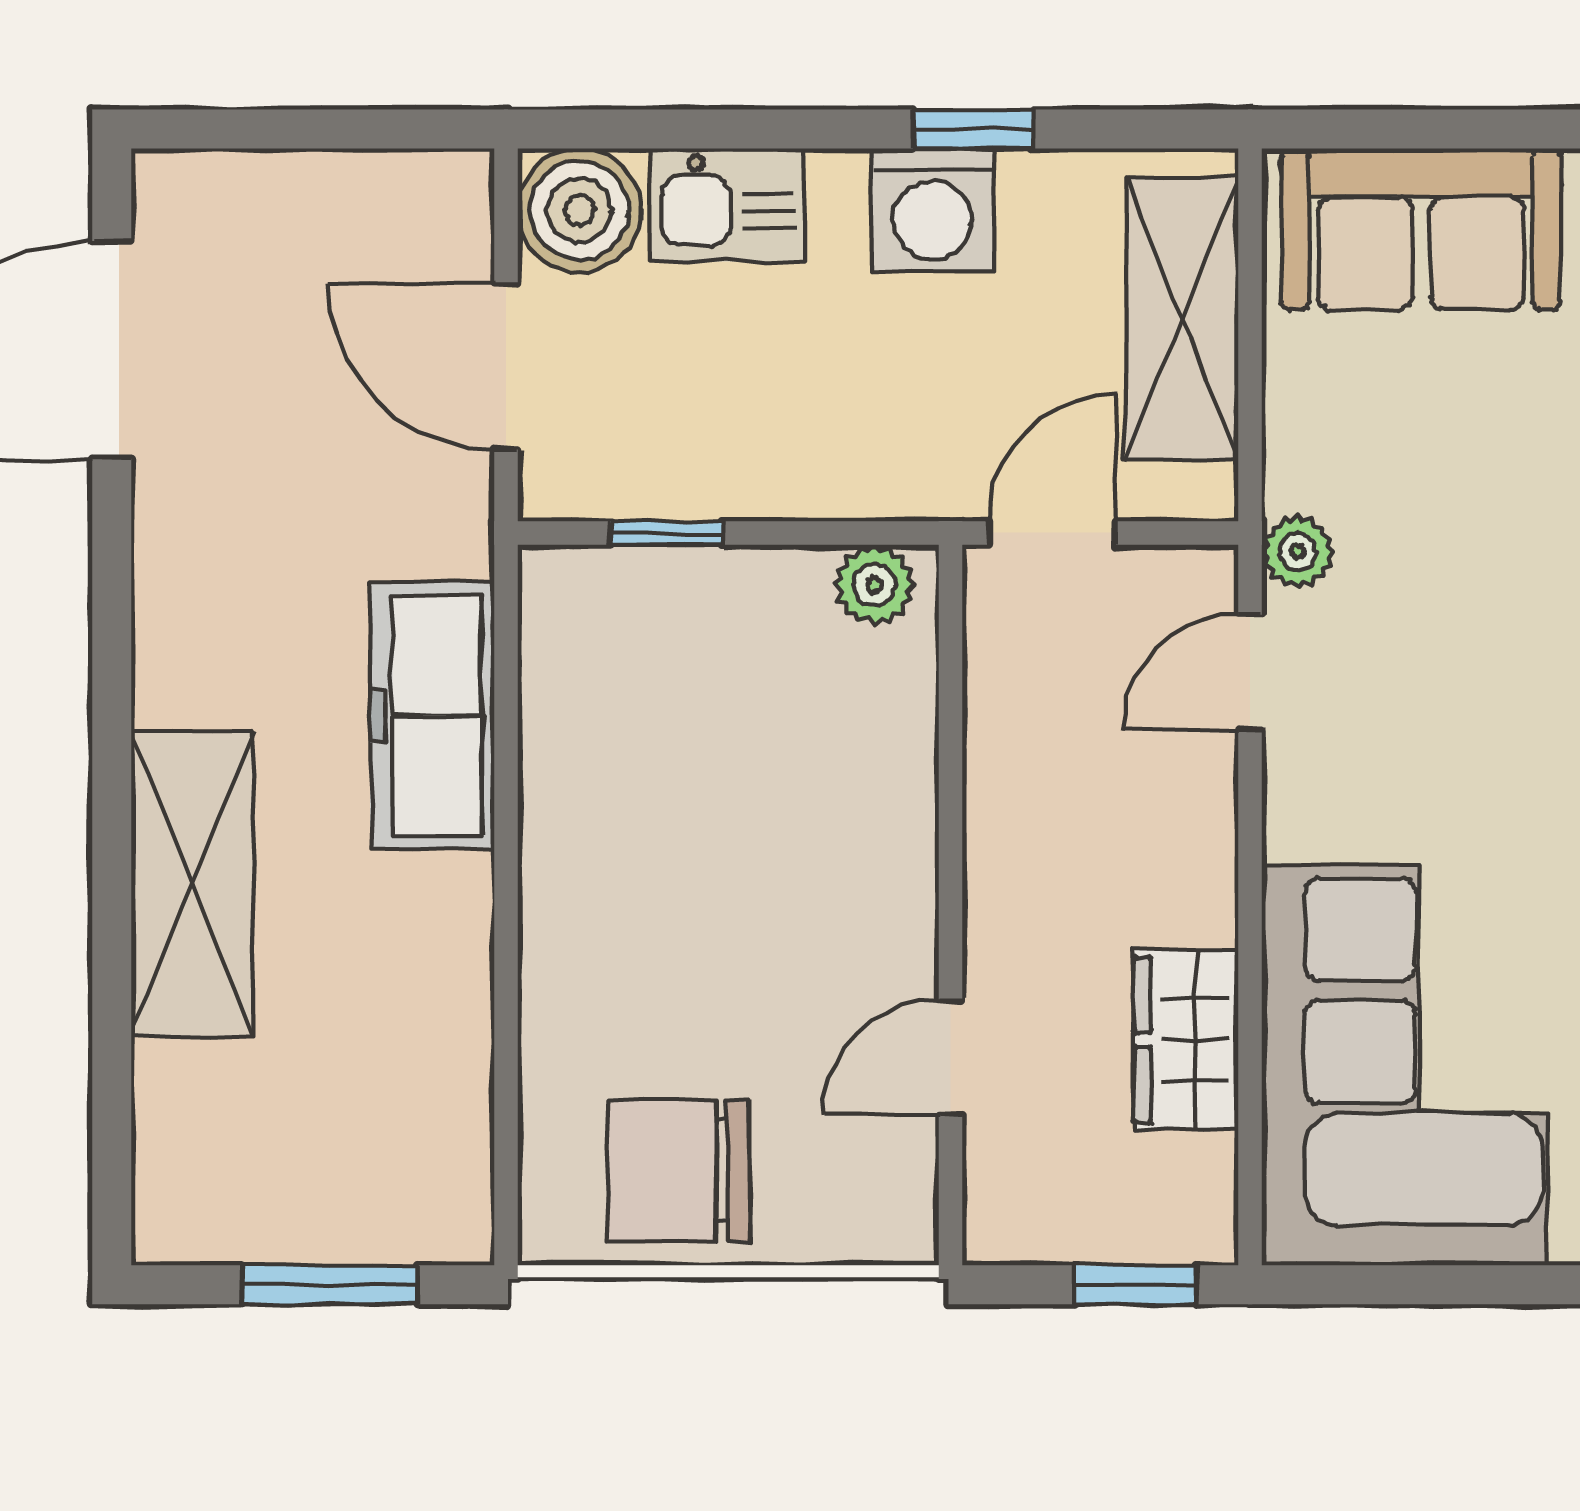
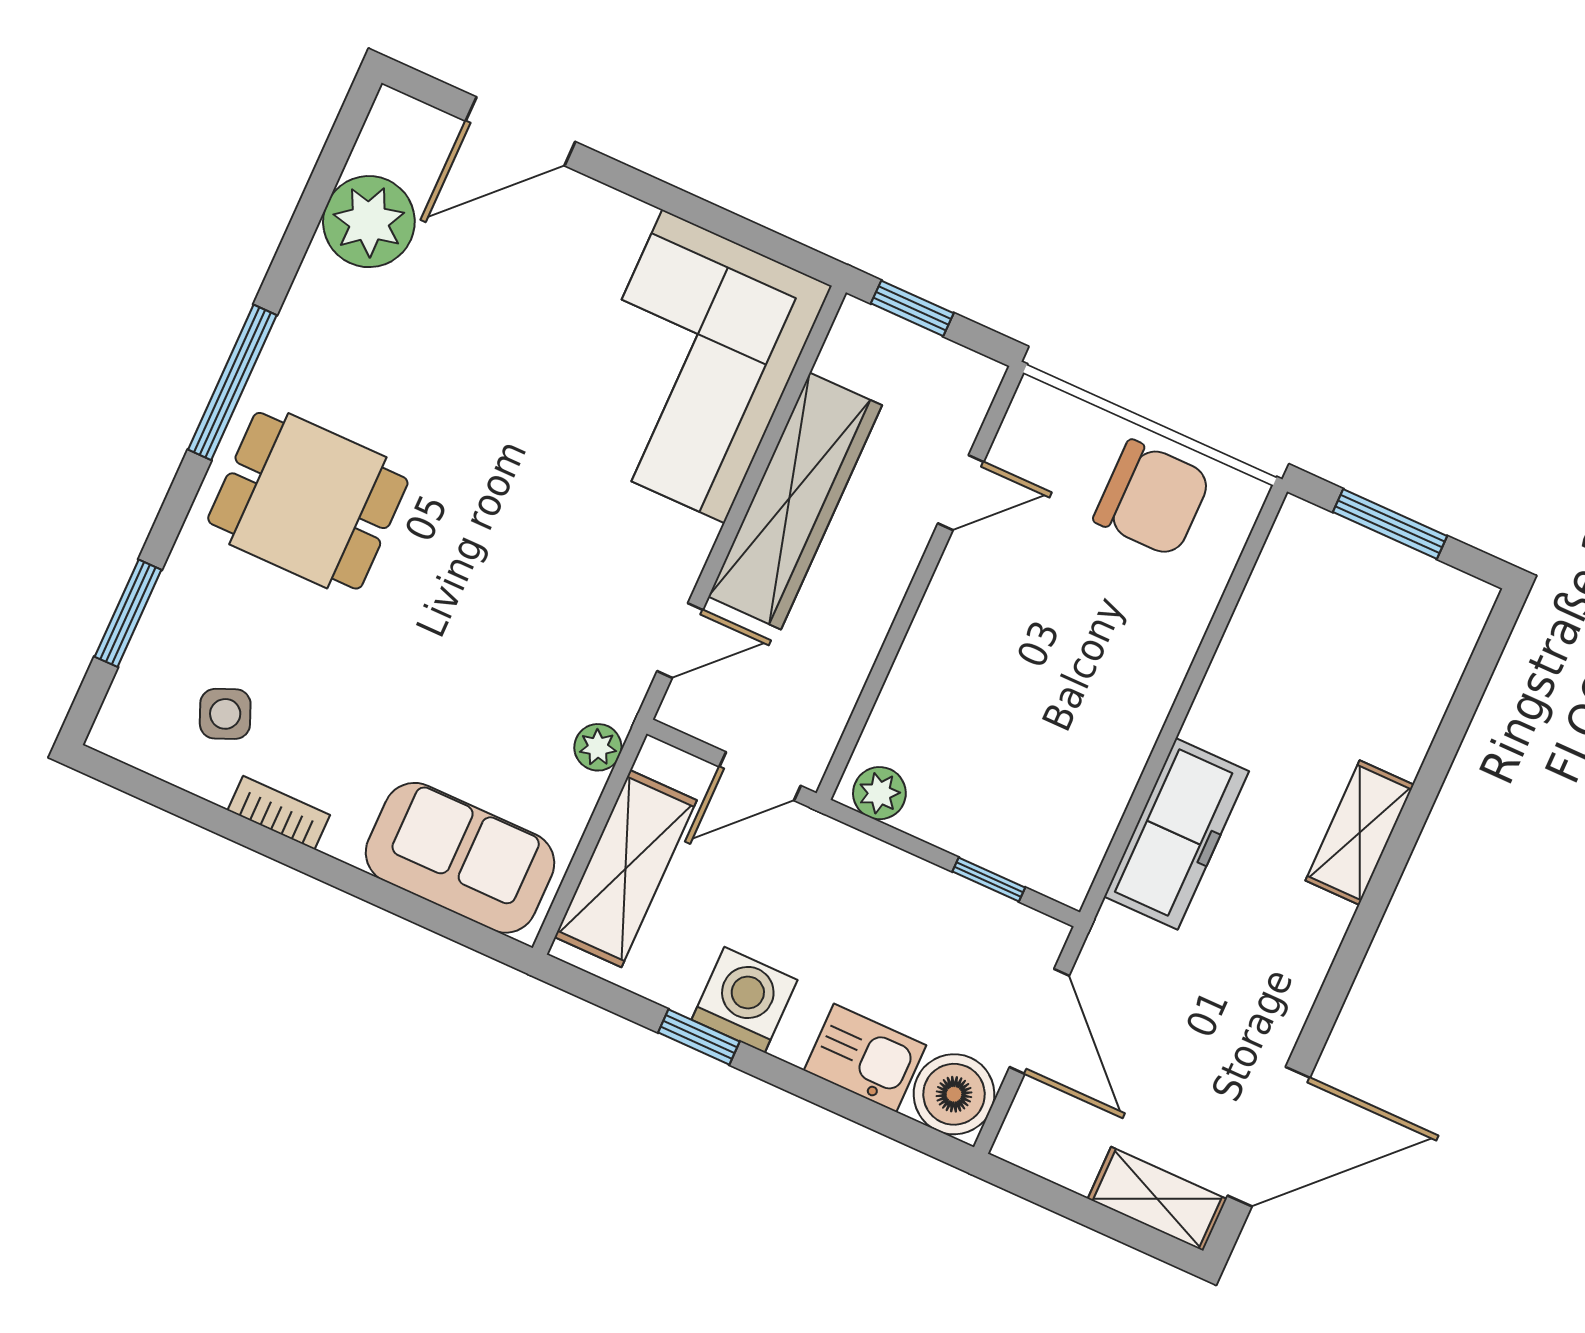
shelving: (229, 192) -> (1157, 1199), added
plant: (1298, 552) -> (598, 747), moved
shelving: (192, 884) -> (1360, 833), width x0.67, depth x0.75
wardrobe: (1186, 1040) -> (795, 501), width x2.10, depth x1.17

